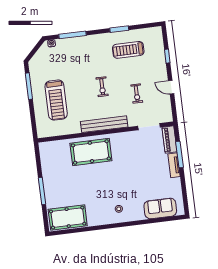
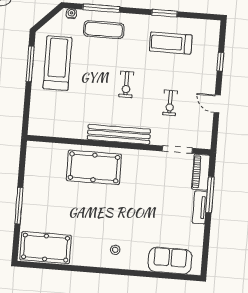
exercise mat: (77, 50) -> (104, 30), added
treadmill: (56, 100) -> (57, 63), moved, turned 180

